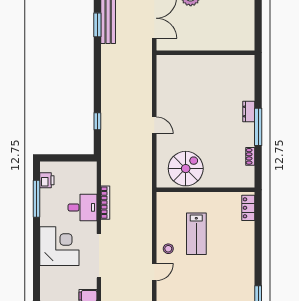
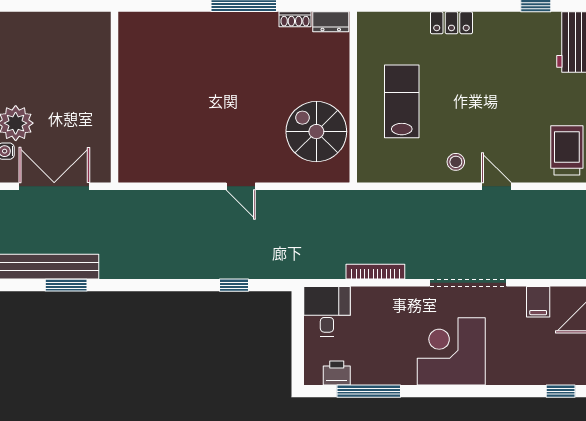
dresser: (249, 112) -> (331, 22), moved
door: (154, 125) -> (241, 186), swing flipped
desk: (82, 207) -> (327, 311), moved
locker: (248, 208) -> (451, 23), moved
lab bench: (196, 234) -> (402, 101), moved, turned -90

